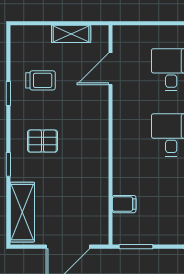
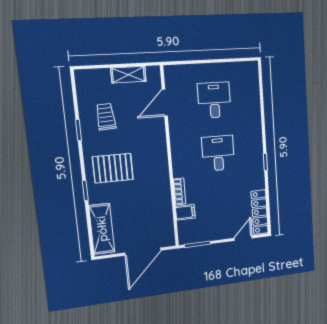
trolley: (41, 80) -> (106, 117), turned -93
pallet: (42, 141) -> (113, 168), width x1.50, depth x1.42
bookcase: (119, 177) -> (179, 191), added

